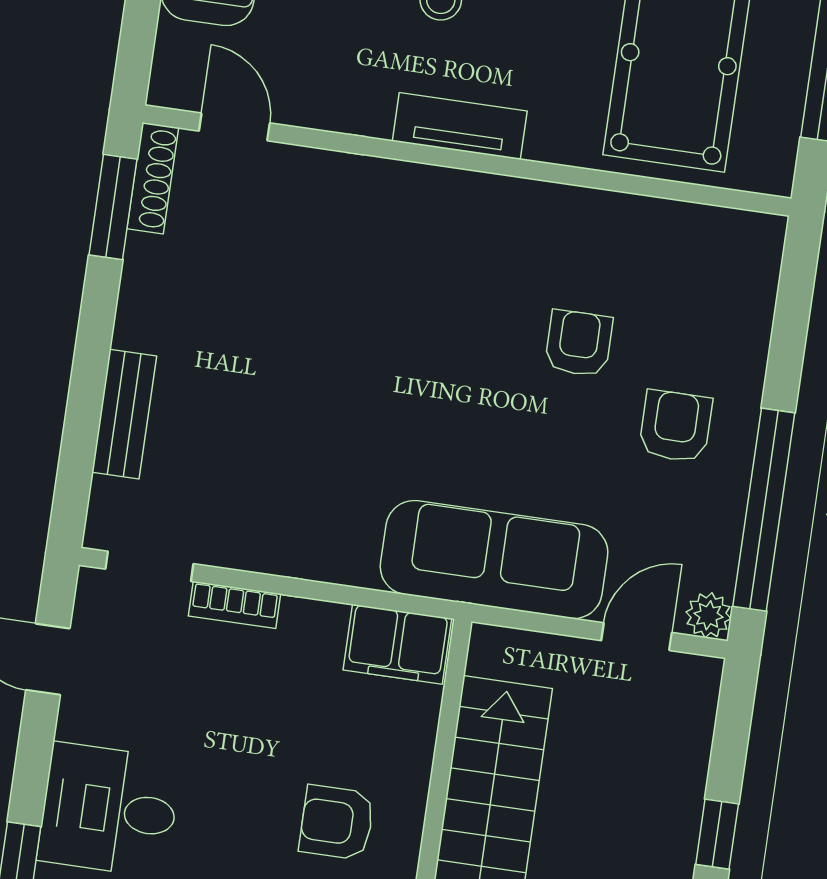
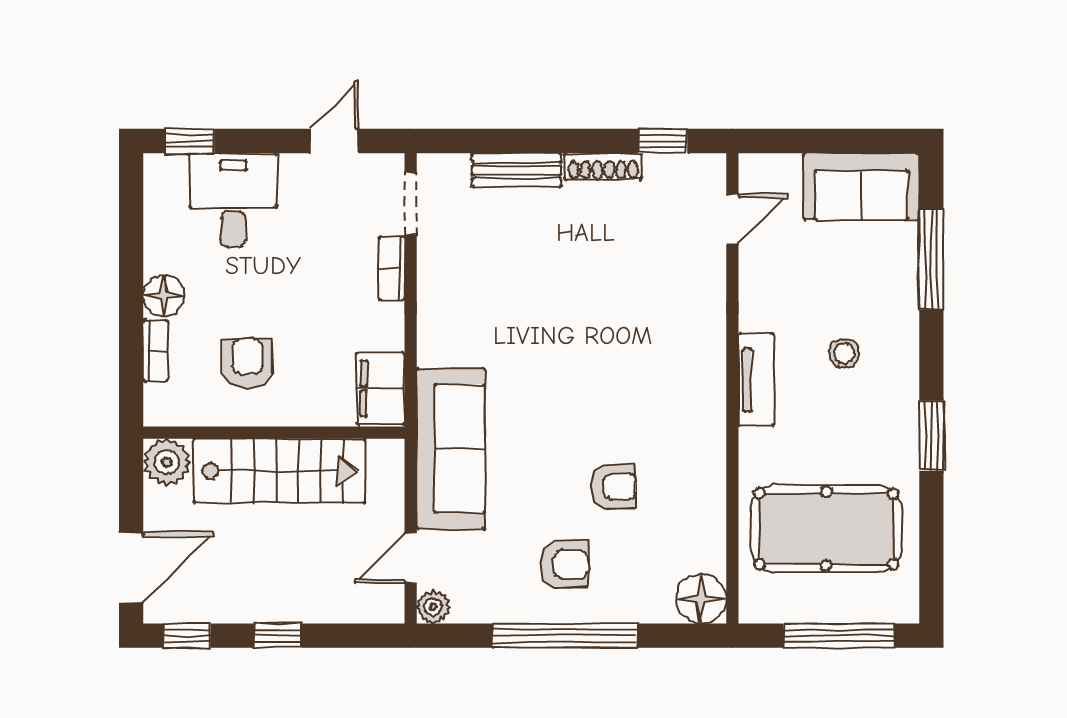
shoe rack: (153, 178) -> (603, 166), moved
window: (113, 207) -> (663, 141), width x0.67
floor lamp: (750, 245) -> (701, 599), added
window: (764, 510) -> (565, 636), moved
door: (636, 637) -> (411, 558), swing flipped

